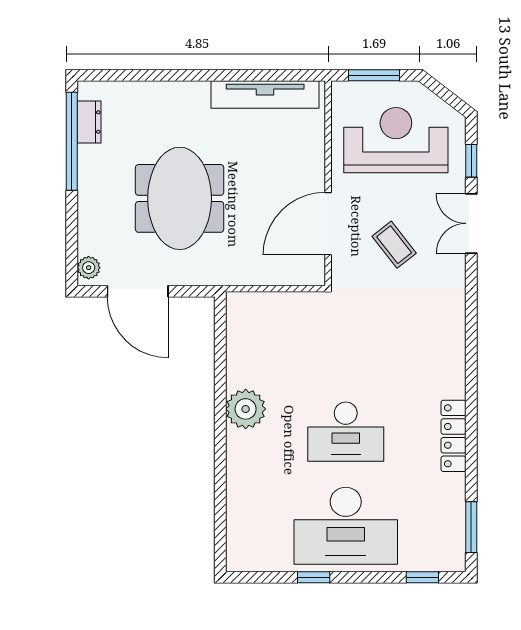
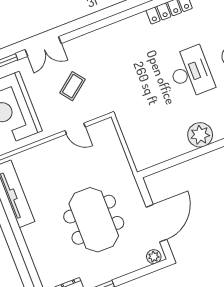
meeting table: (180, 198) -> (94, 220), turned 90
door: (328, 224) -> (75, 129), width x0.53

